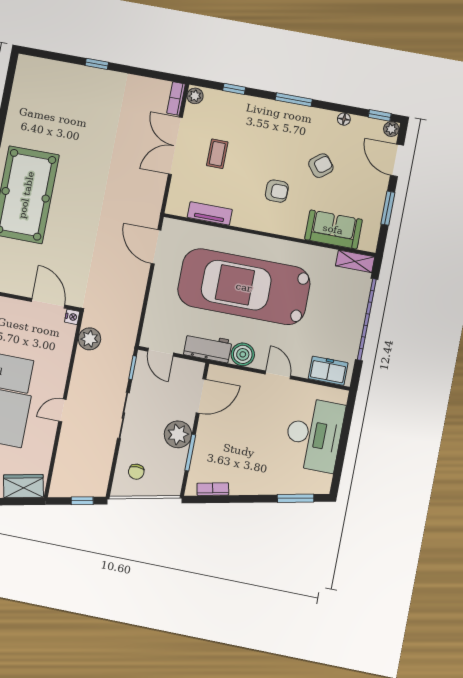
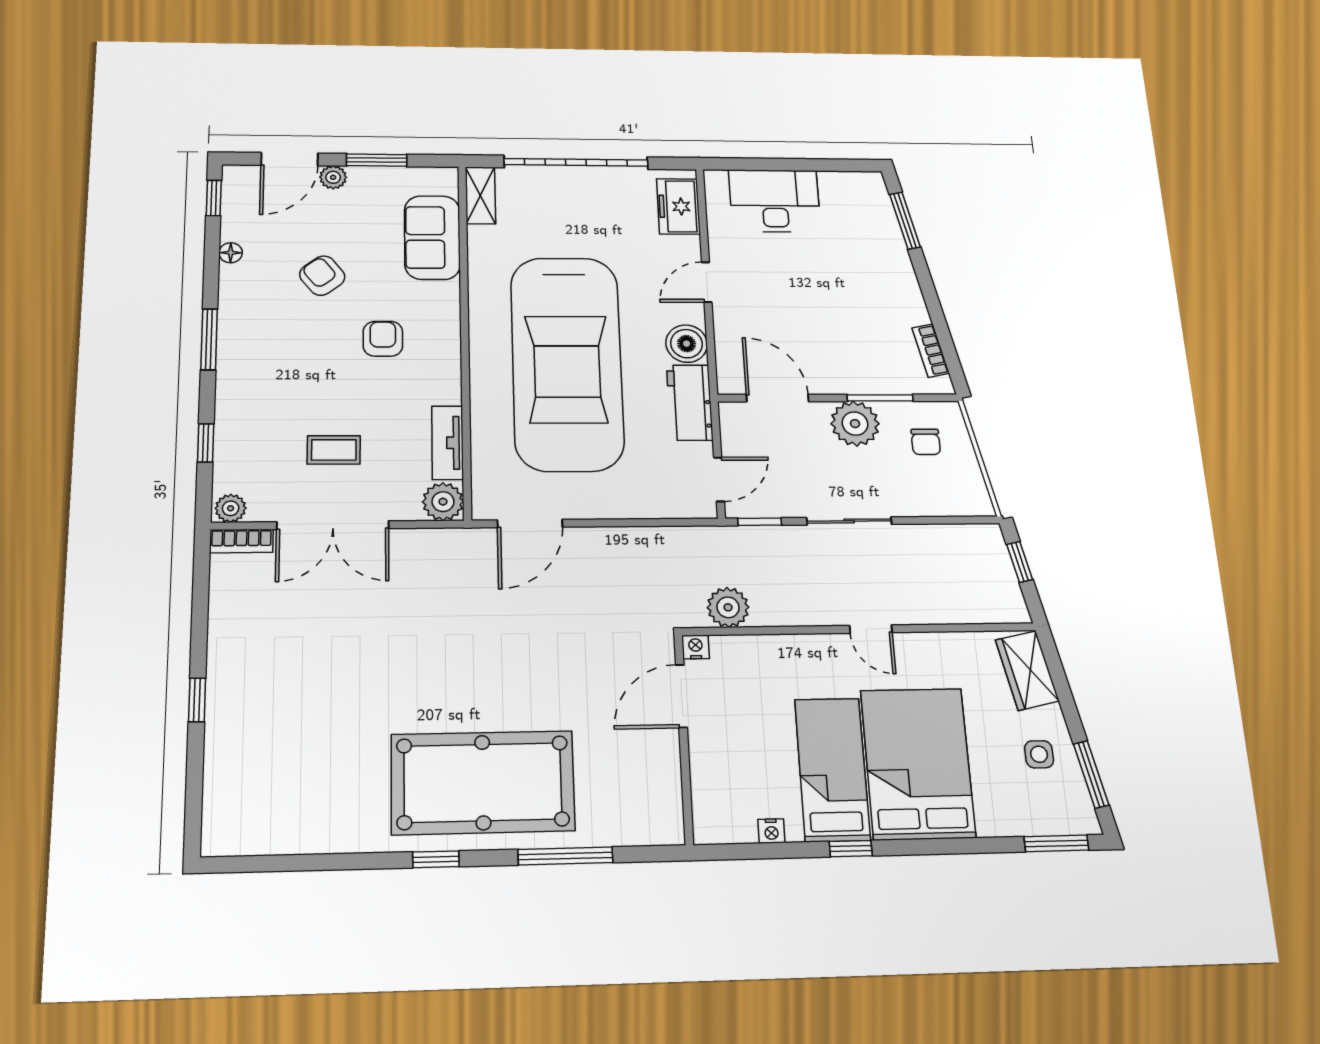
plant: (391, 129) -> (333, 177), moved
plant: (177, 205) -> (443, 502), added
desk: (314, 435) -> (775, 201), width x0.73, depth x0.77
chair: (136, 472) -> (926, 442), moved, turned 90

